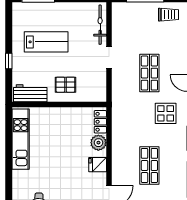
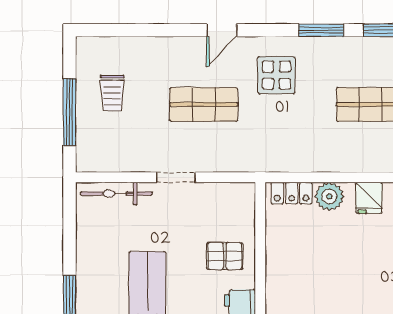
trolley: (168, 15) -> (112, 93), moved, turned 180
pallet: (65, 85) -> (225, 256), turned 90

